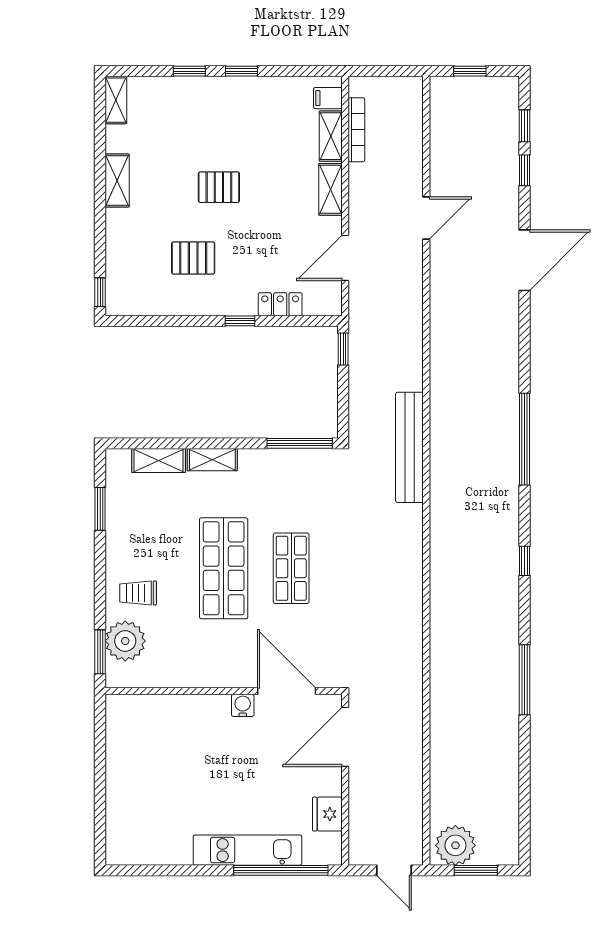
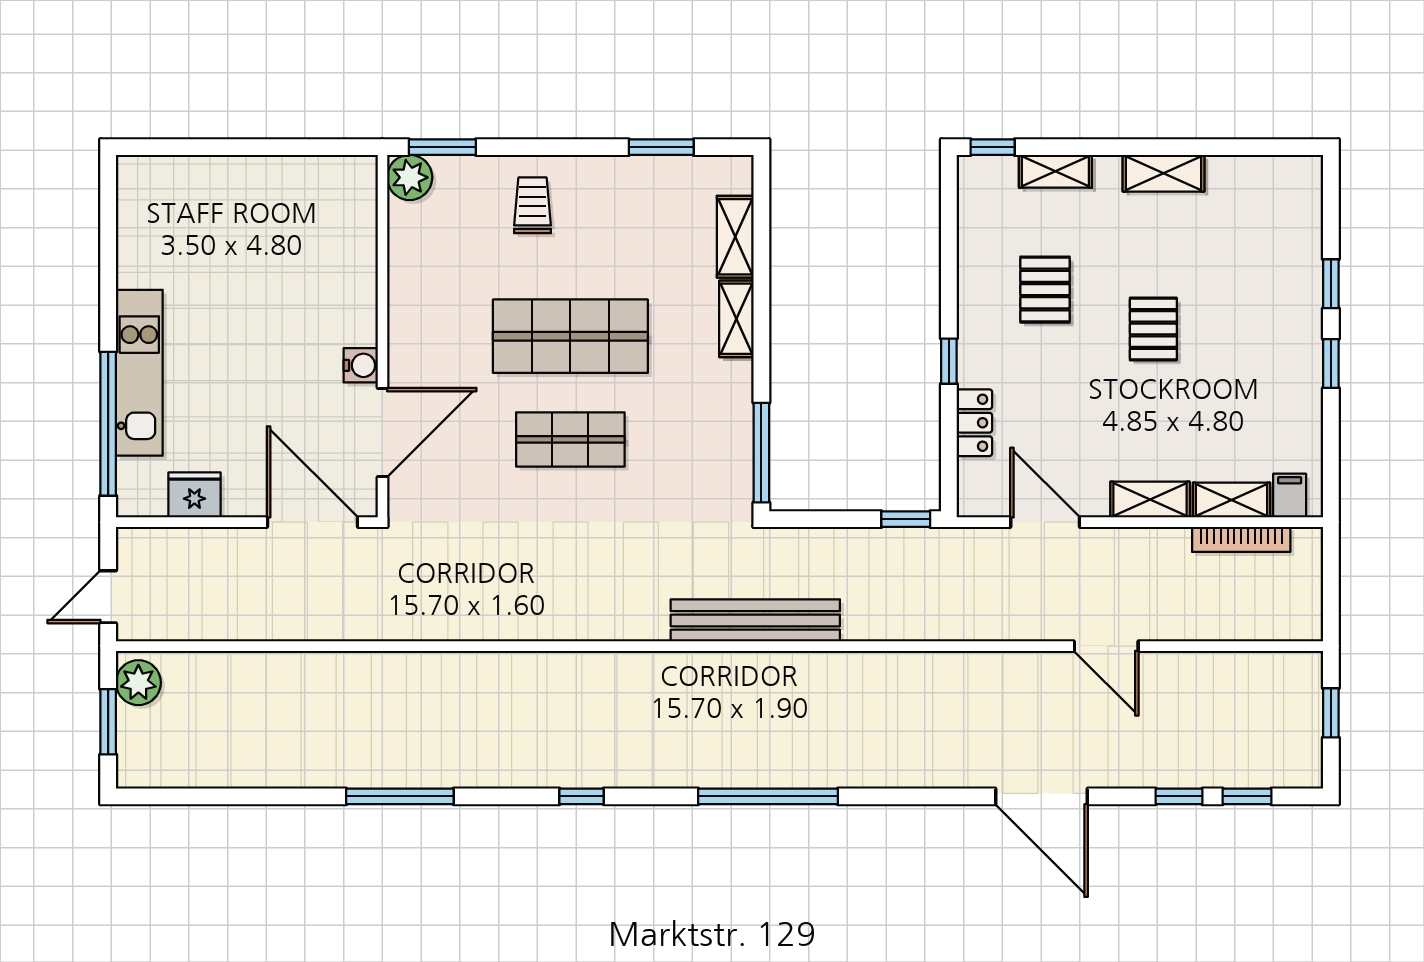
shelving: (116, 100) -> (1055, 171), moved
plant: (125, 641) -> (410, 177), moved, width x0.73, depth x0.73
plant: (455, 845) -> (138, 683), width x0.73, depth x0.73

